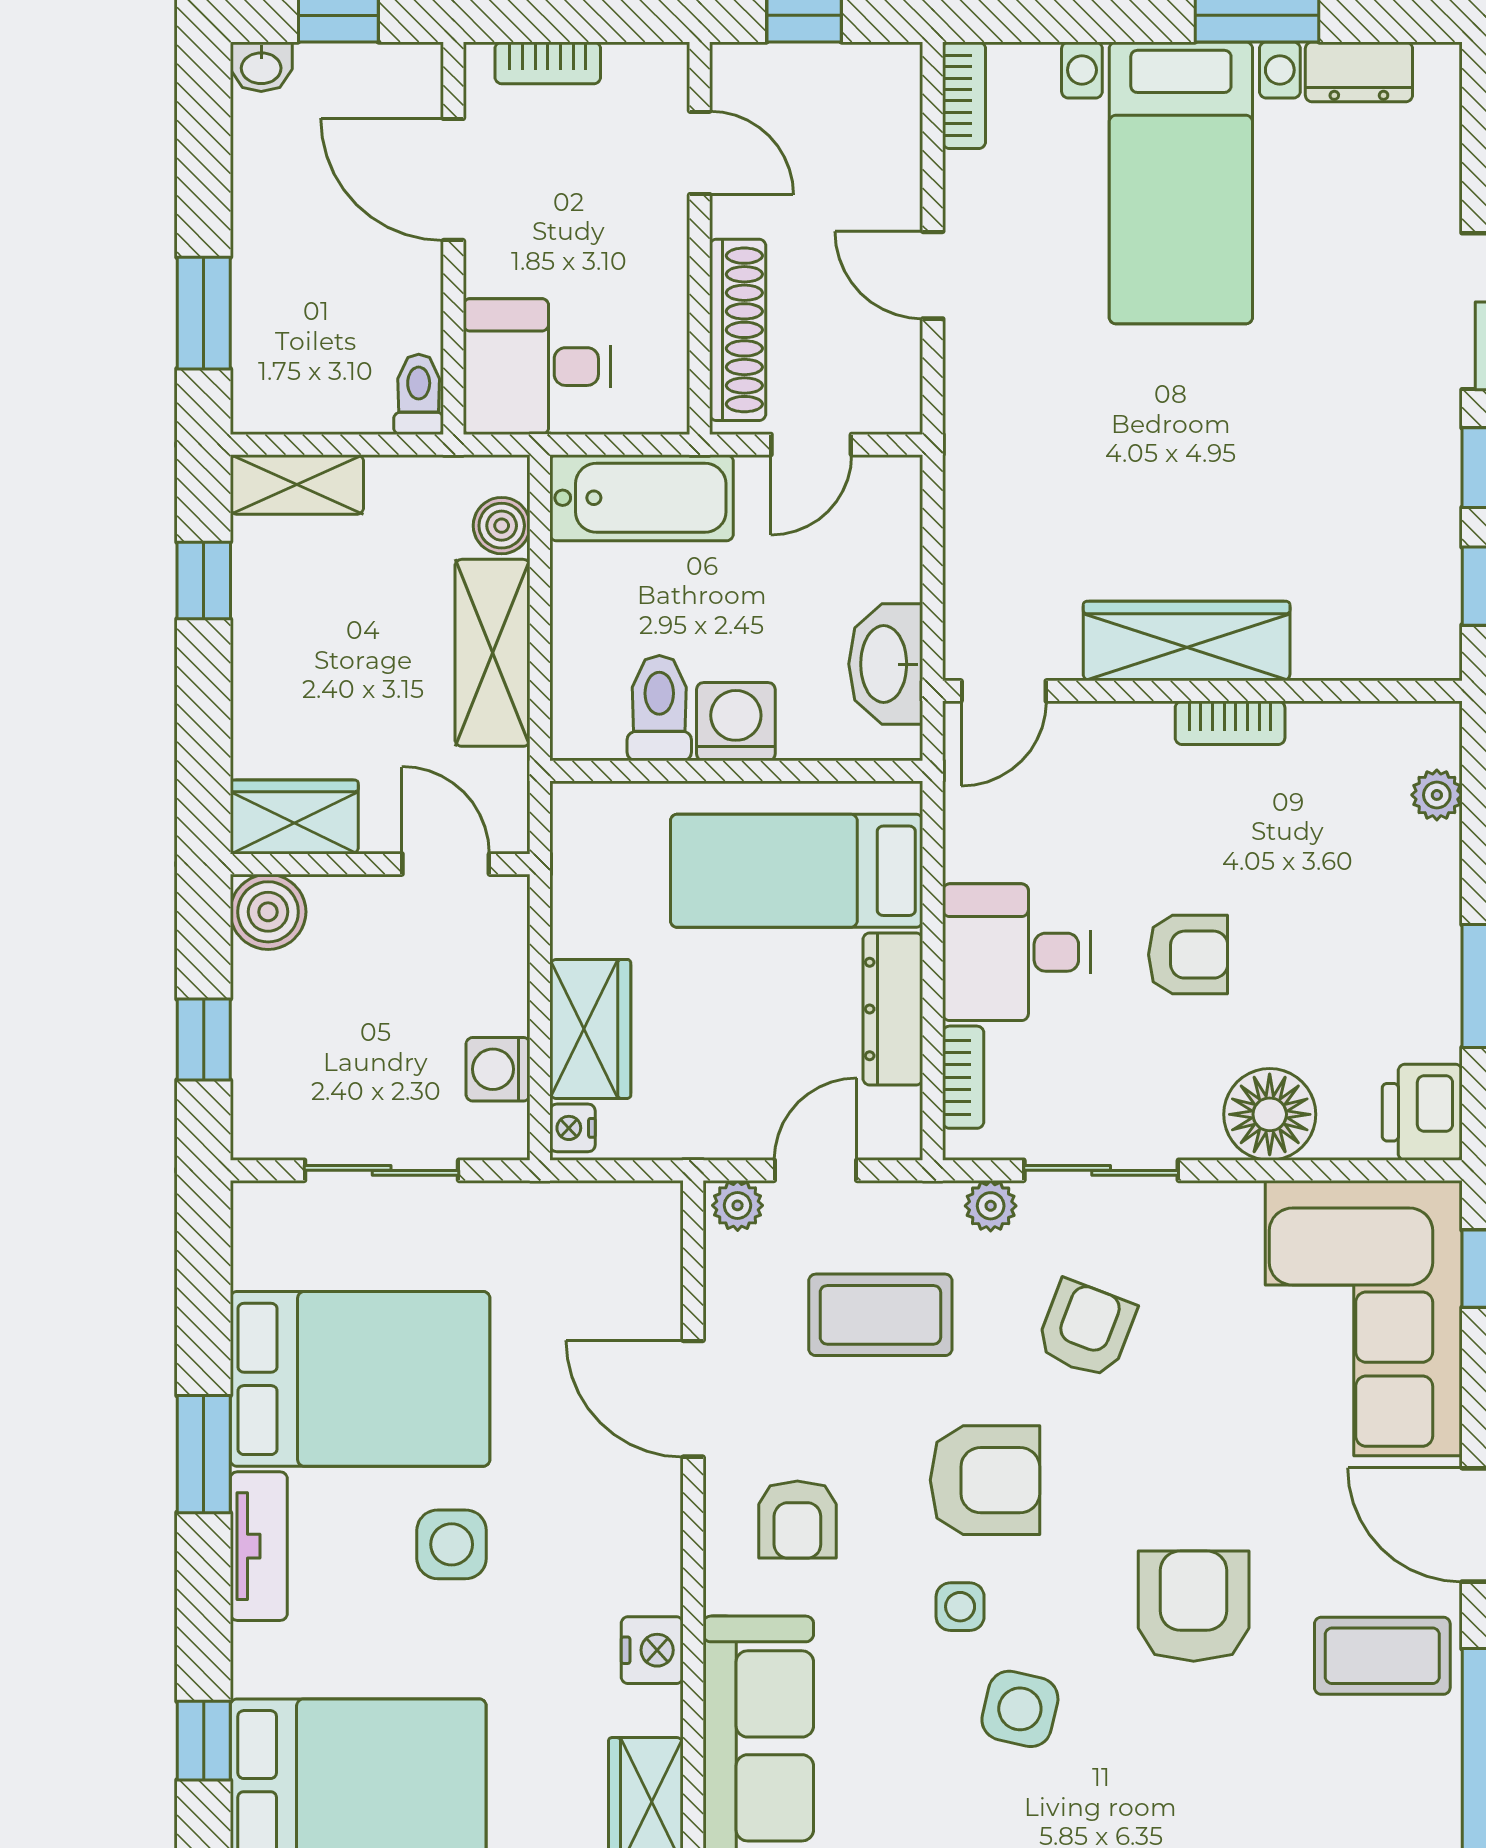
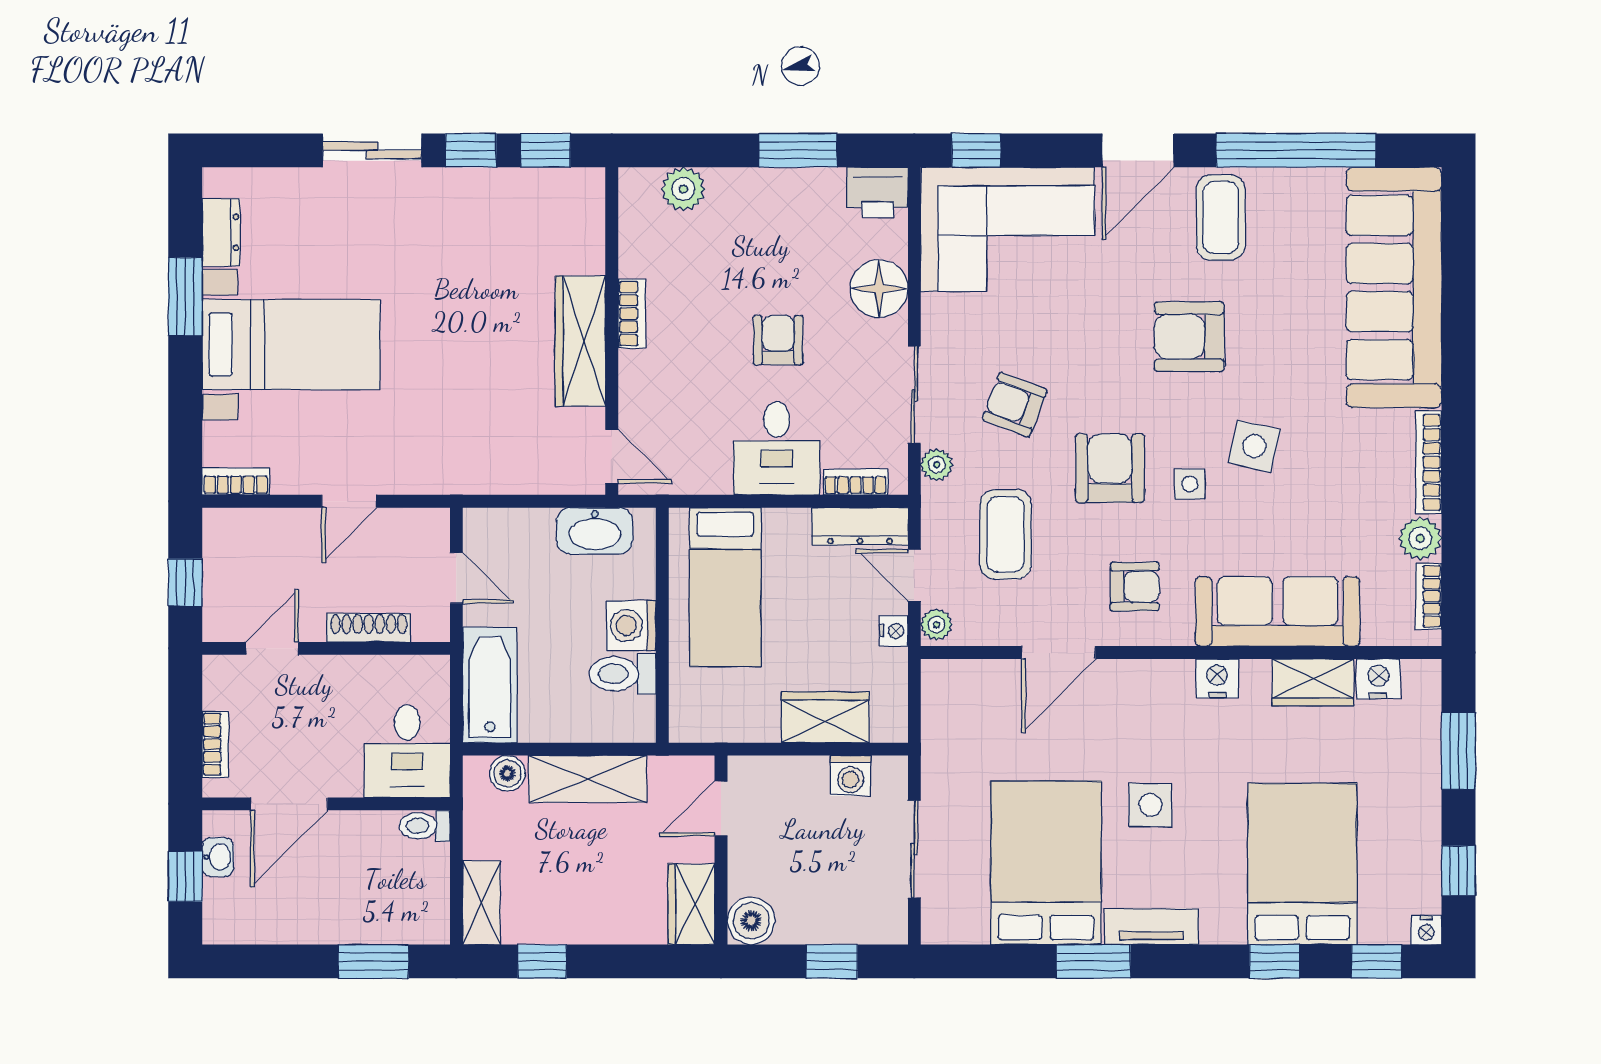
washbasin: (261, 67) -> (218, 857), moved
shoe rack: (738, 330) -> (369, 628), width x0.74, depth x0.81
plant: (1437, 795) -> (683, 189), width x1.38, depth x1.38
dresser: (893, 1009) -> (860, 526), moved
nightstand: (572, 1128) -> (894, 631), moved, turned -90

